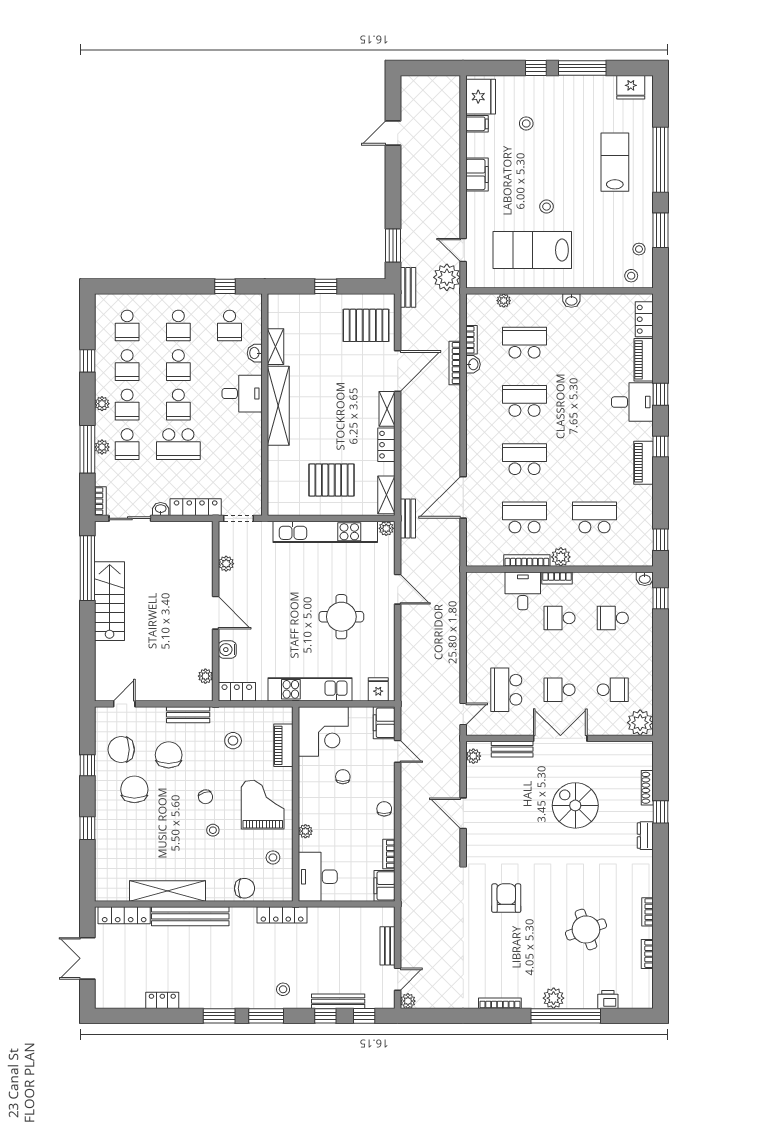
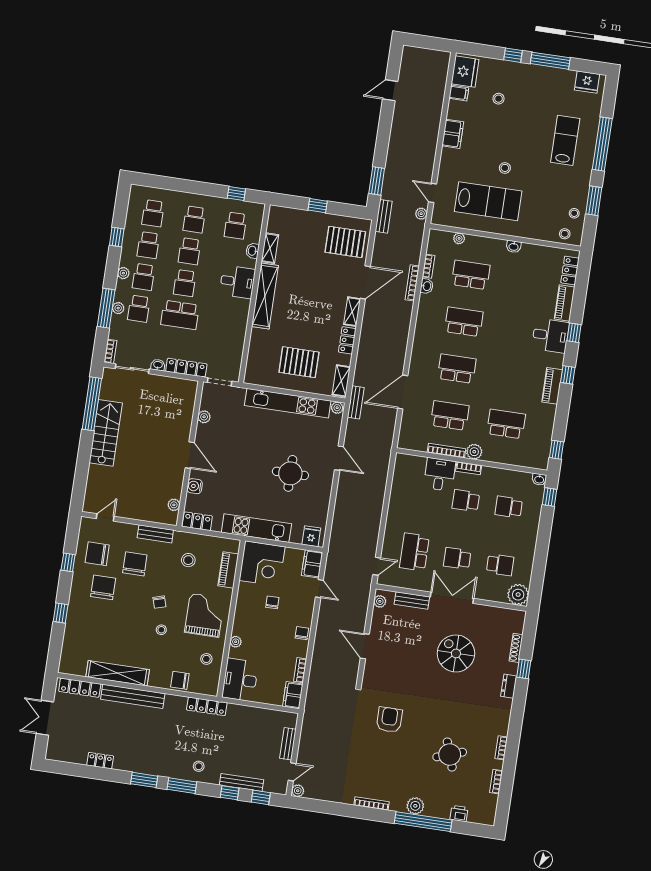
lab bench: (532, 250) -> (488, 201), turned 180
plant: (447, 277) -> (421, 214), width x0.53, depth x0.53
chair: (245, 888) -> (180, 680), turned 180

